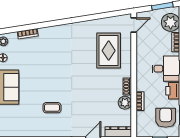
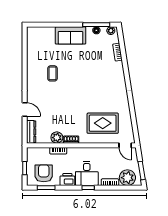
armchair: (166, 118) -> (44, 173), turned -90

